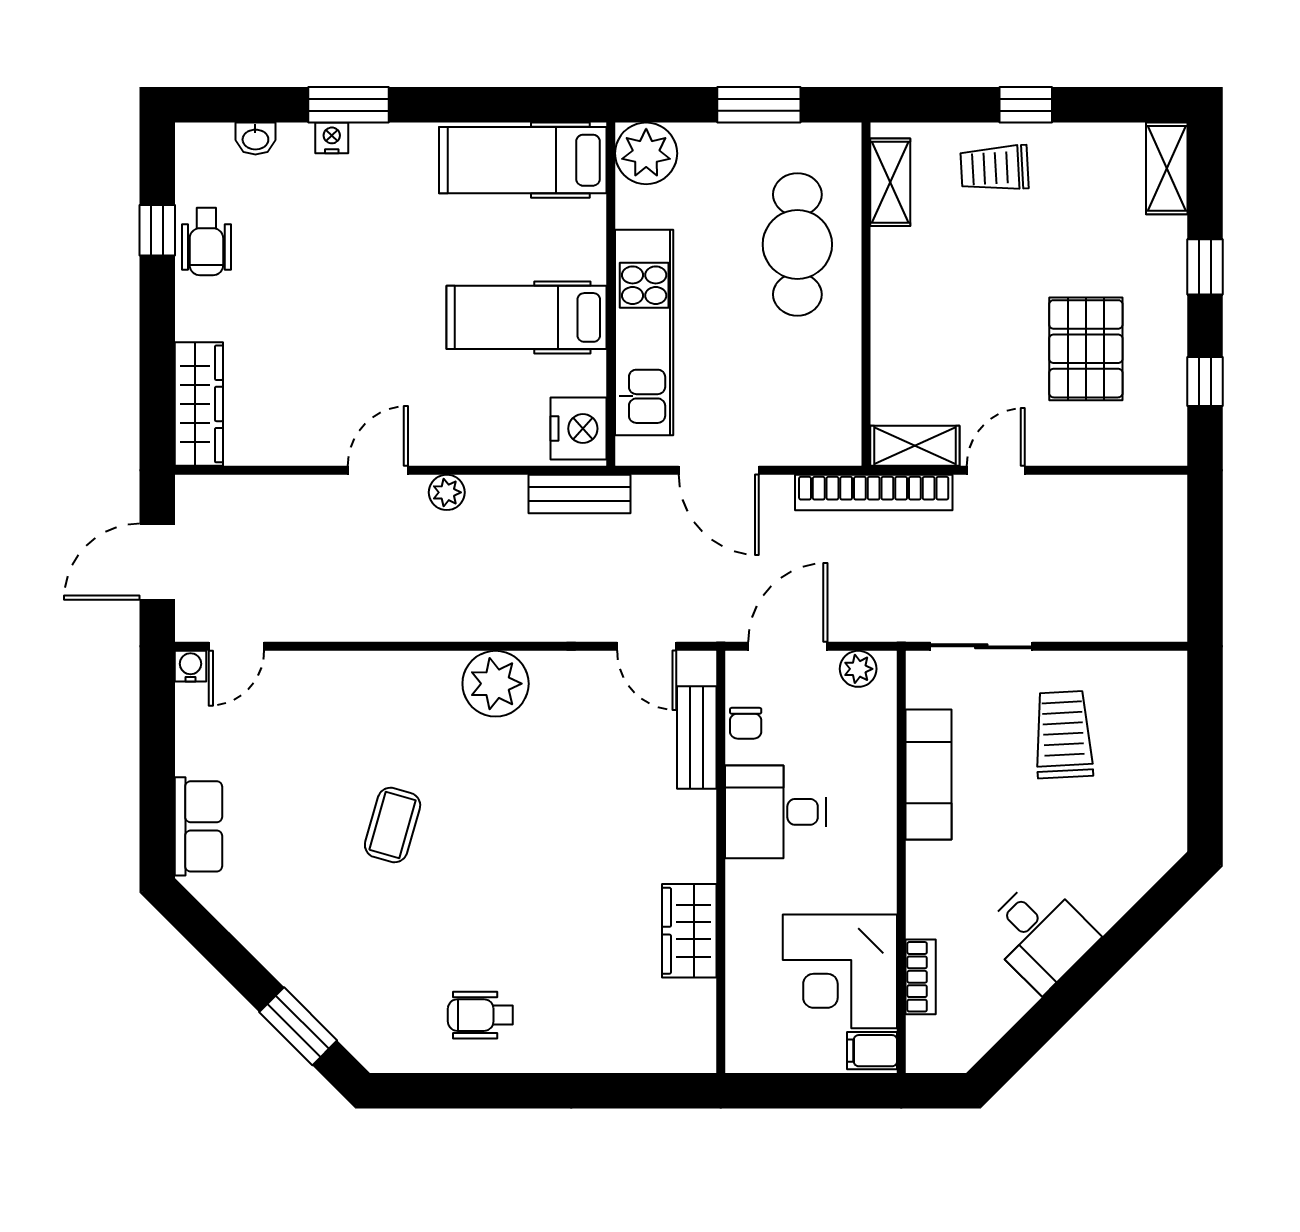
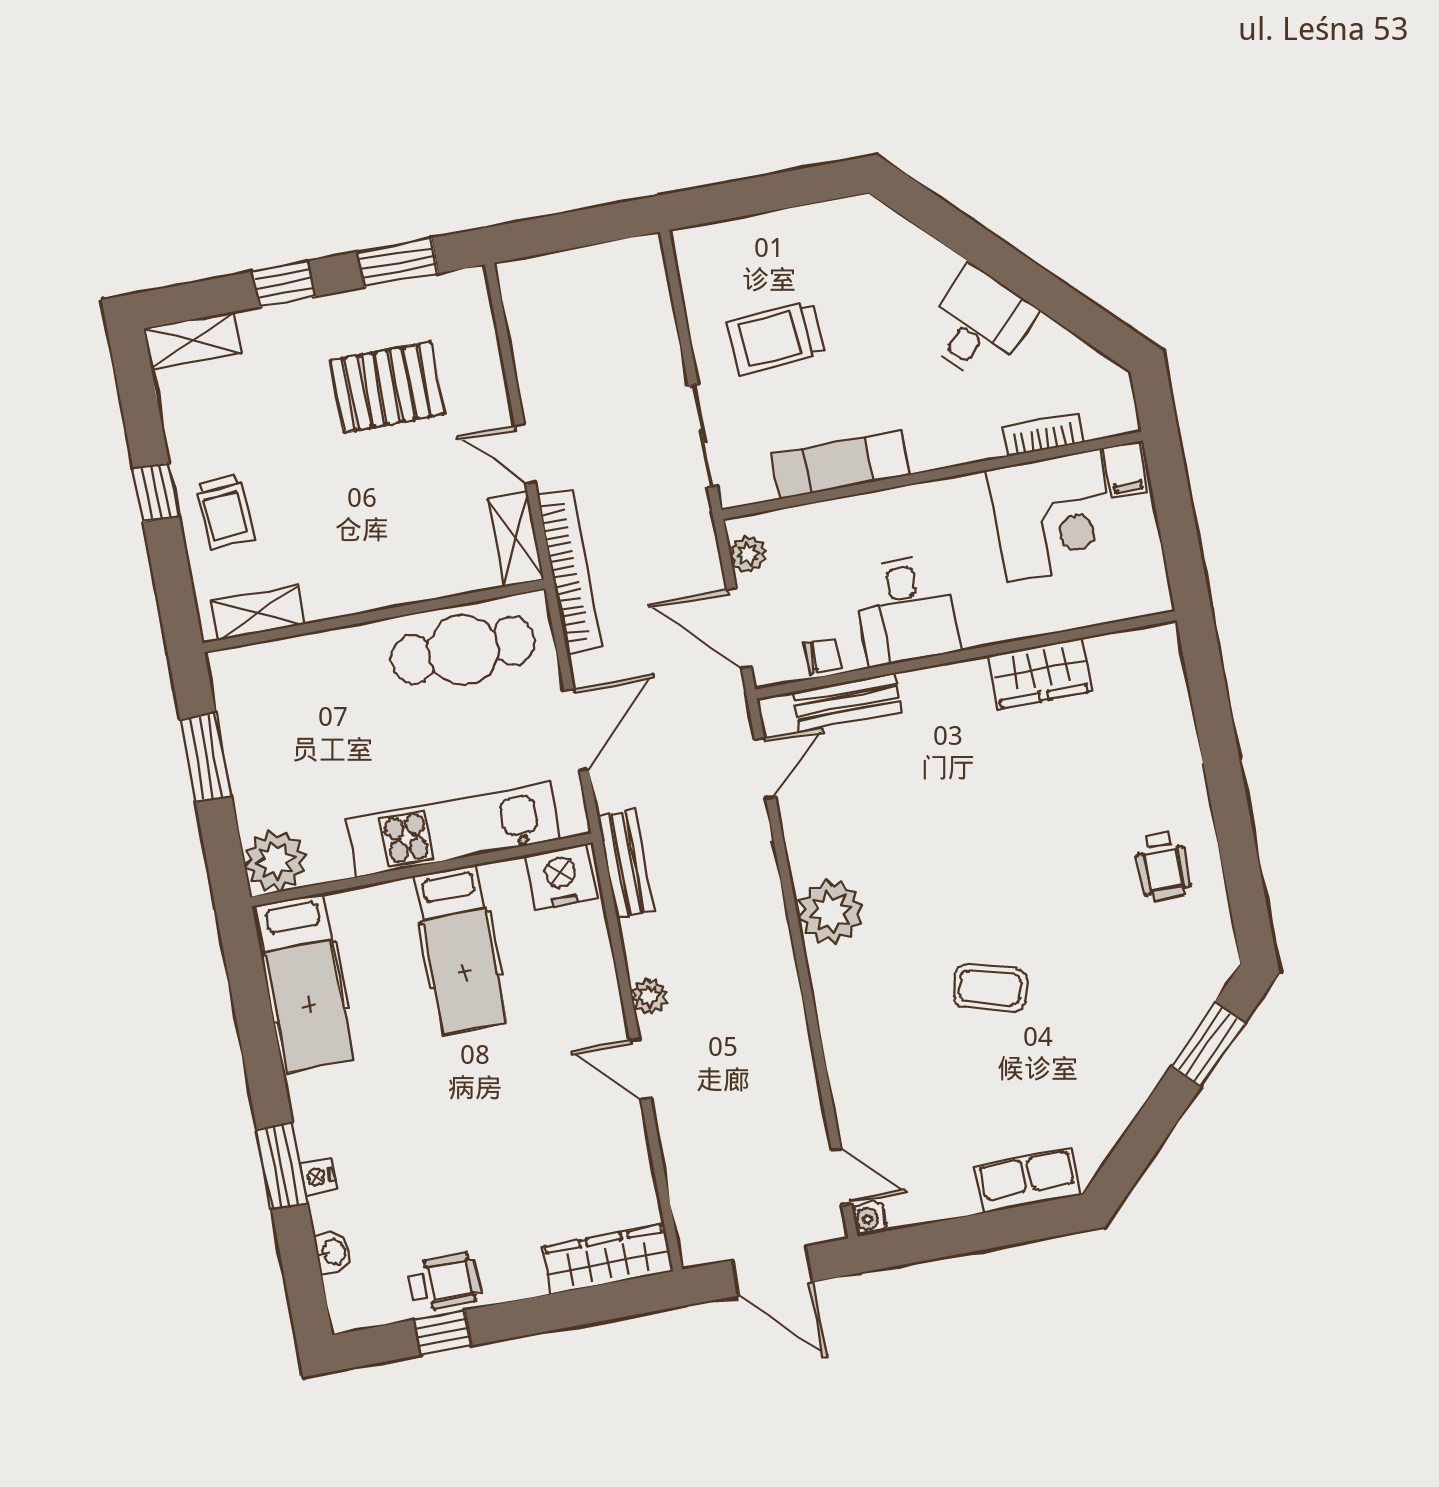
cafe table: (797, 244) -> (463, 650), moved
window: (1205, 382) -> (398, 263), width x1.50

